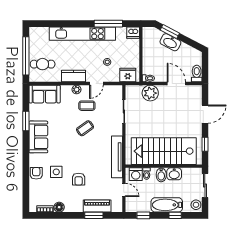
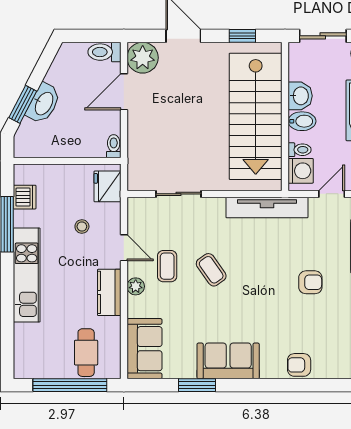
dishwasher: (133, 33) -> (25, 197), moved
kitchen unit: (82, 34) -> (27, 275), width x0.73
plant: (150, 93) -> (143, 58), moved
side table: (56, 172) -> (296, 326), removed

